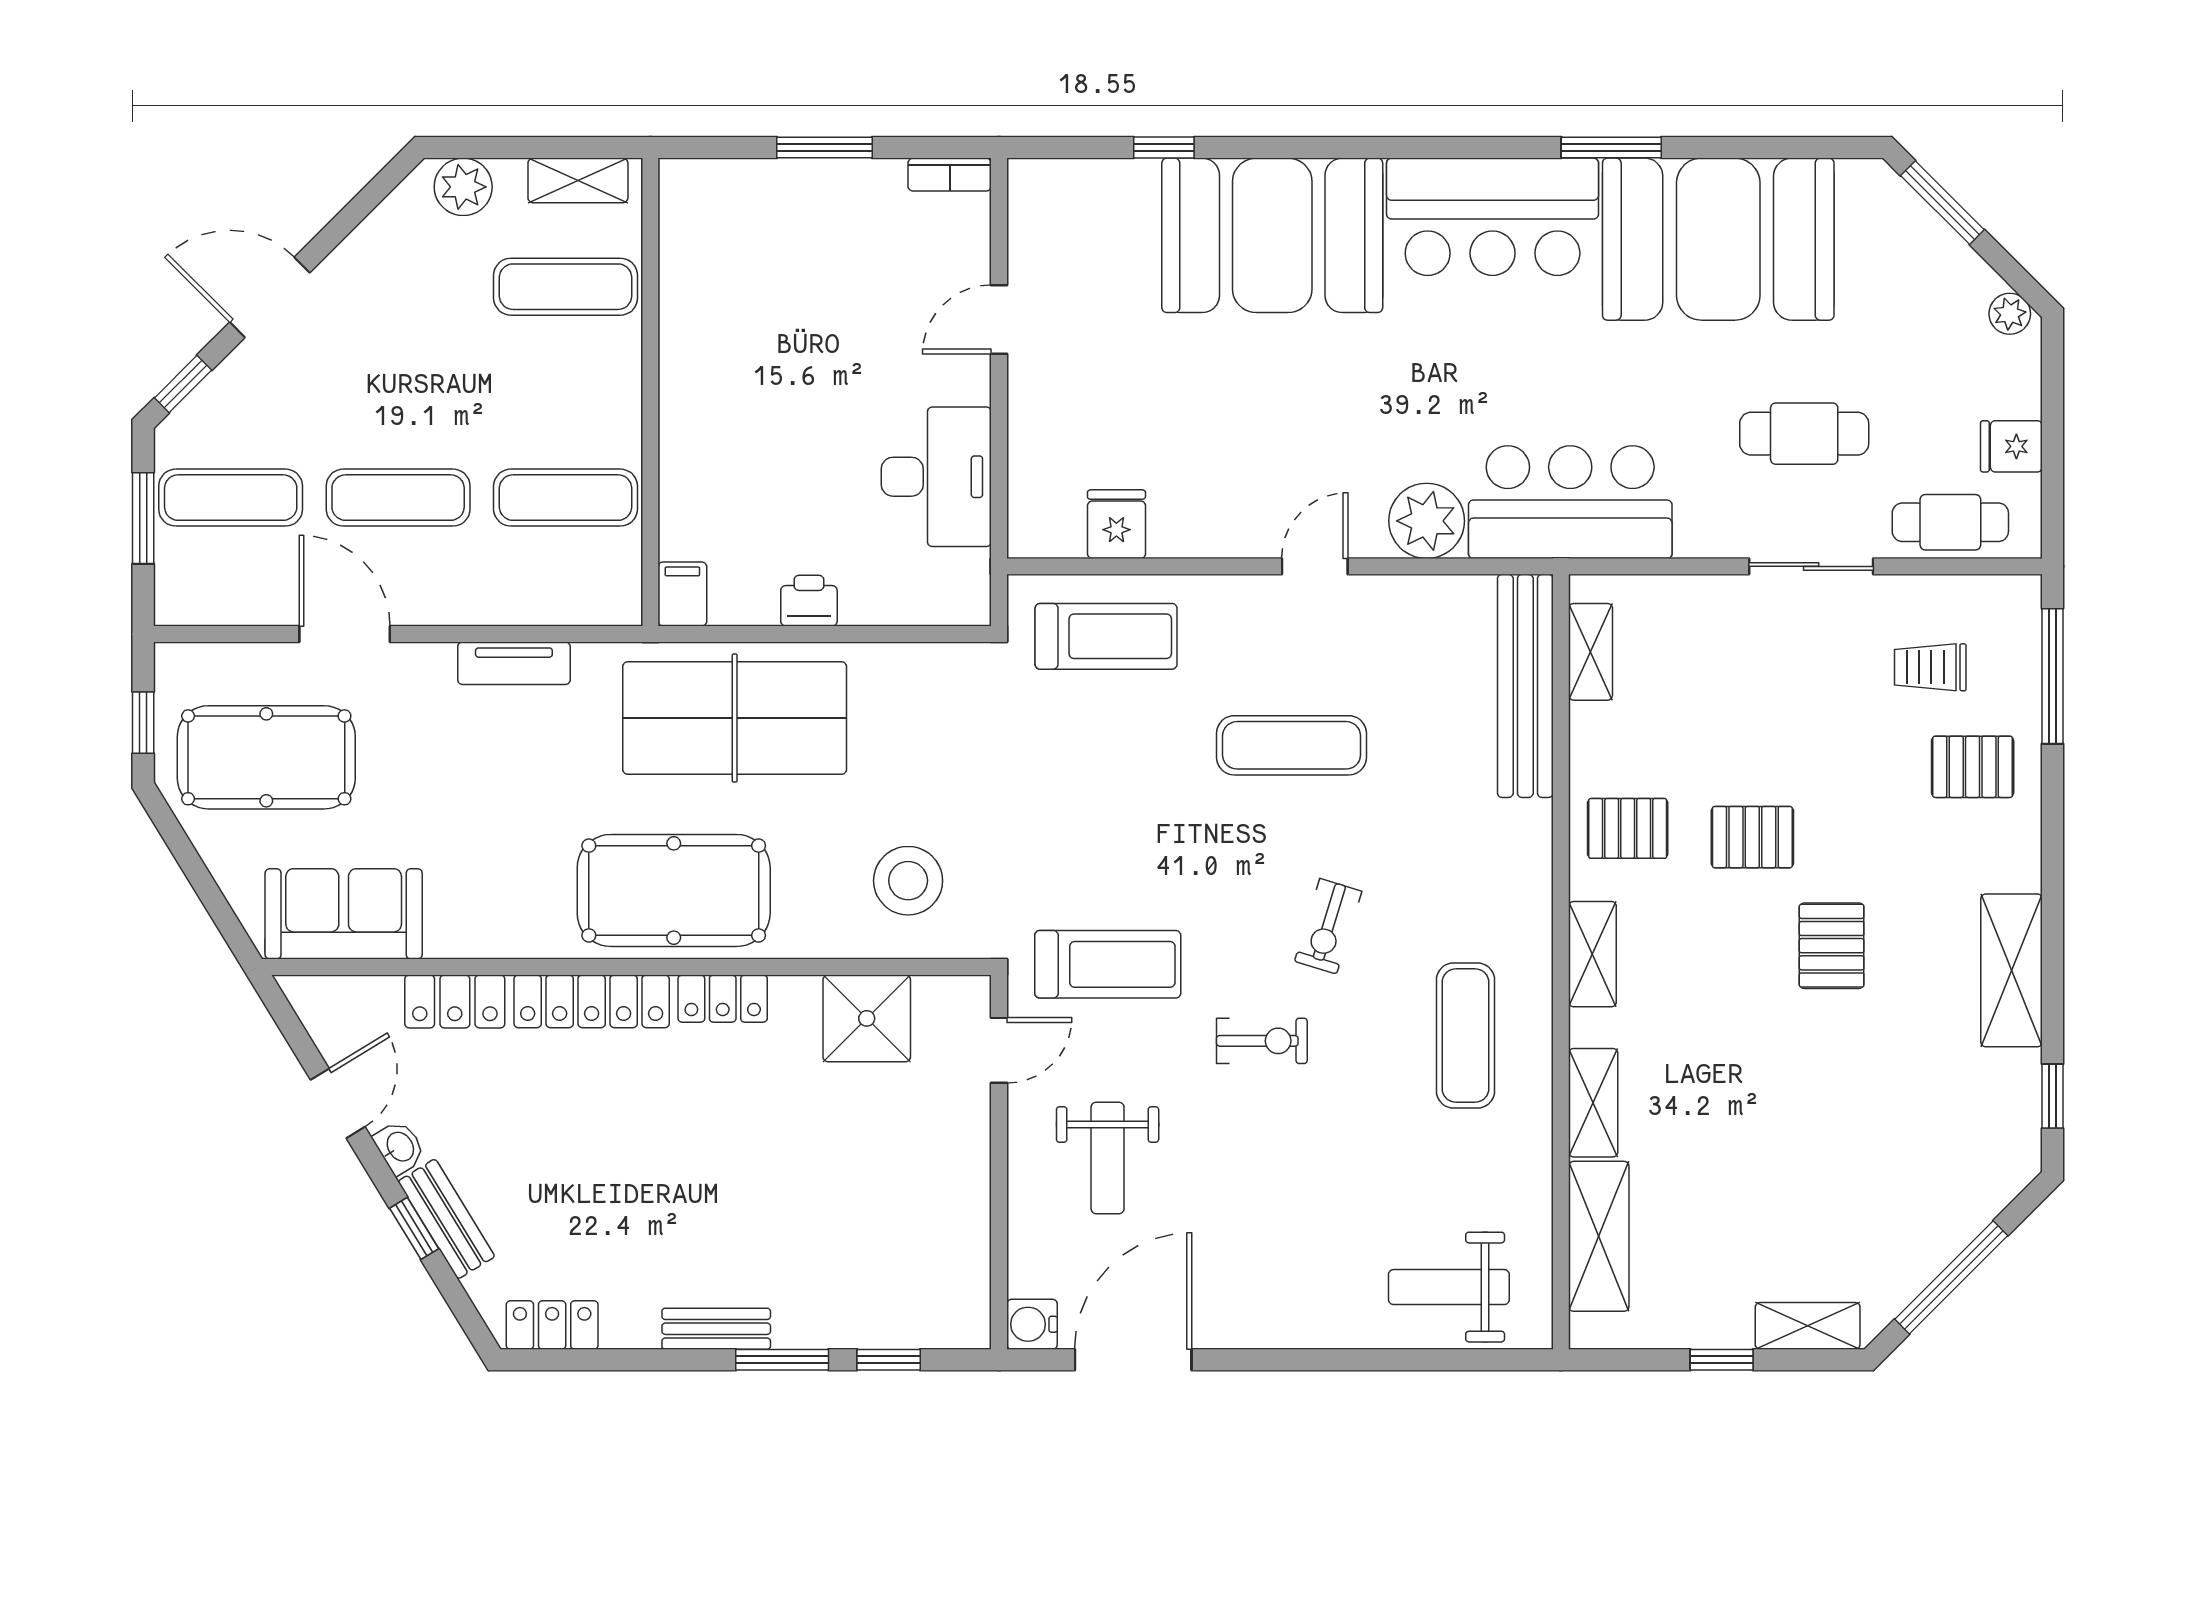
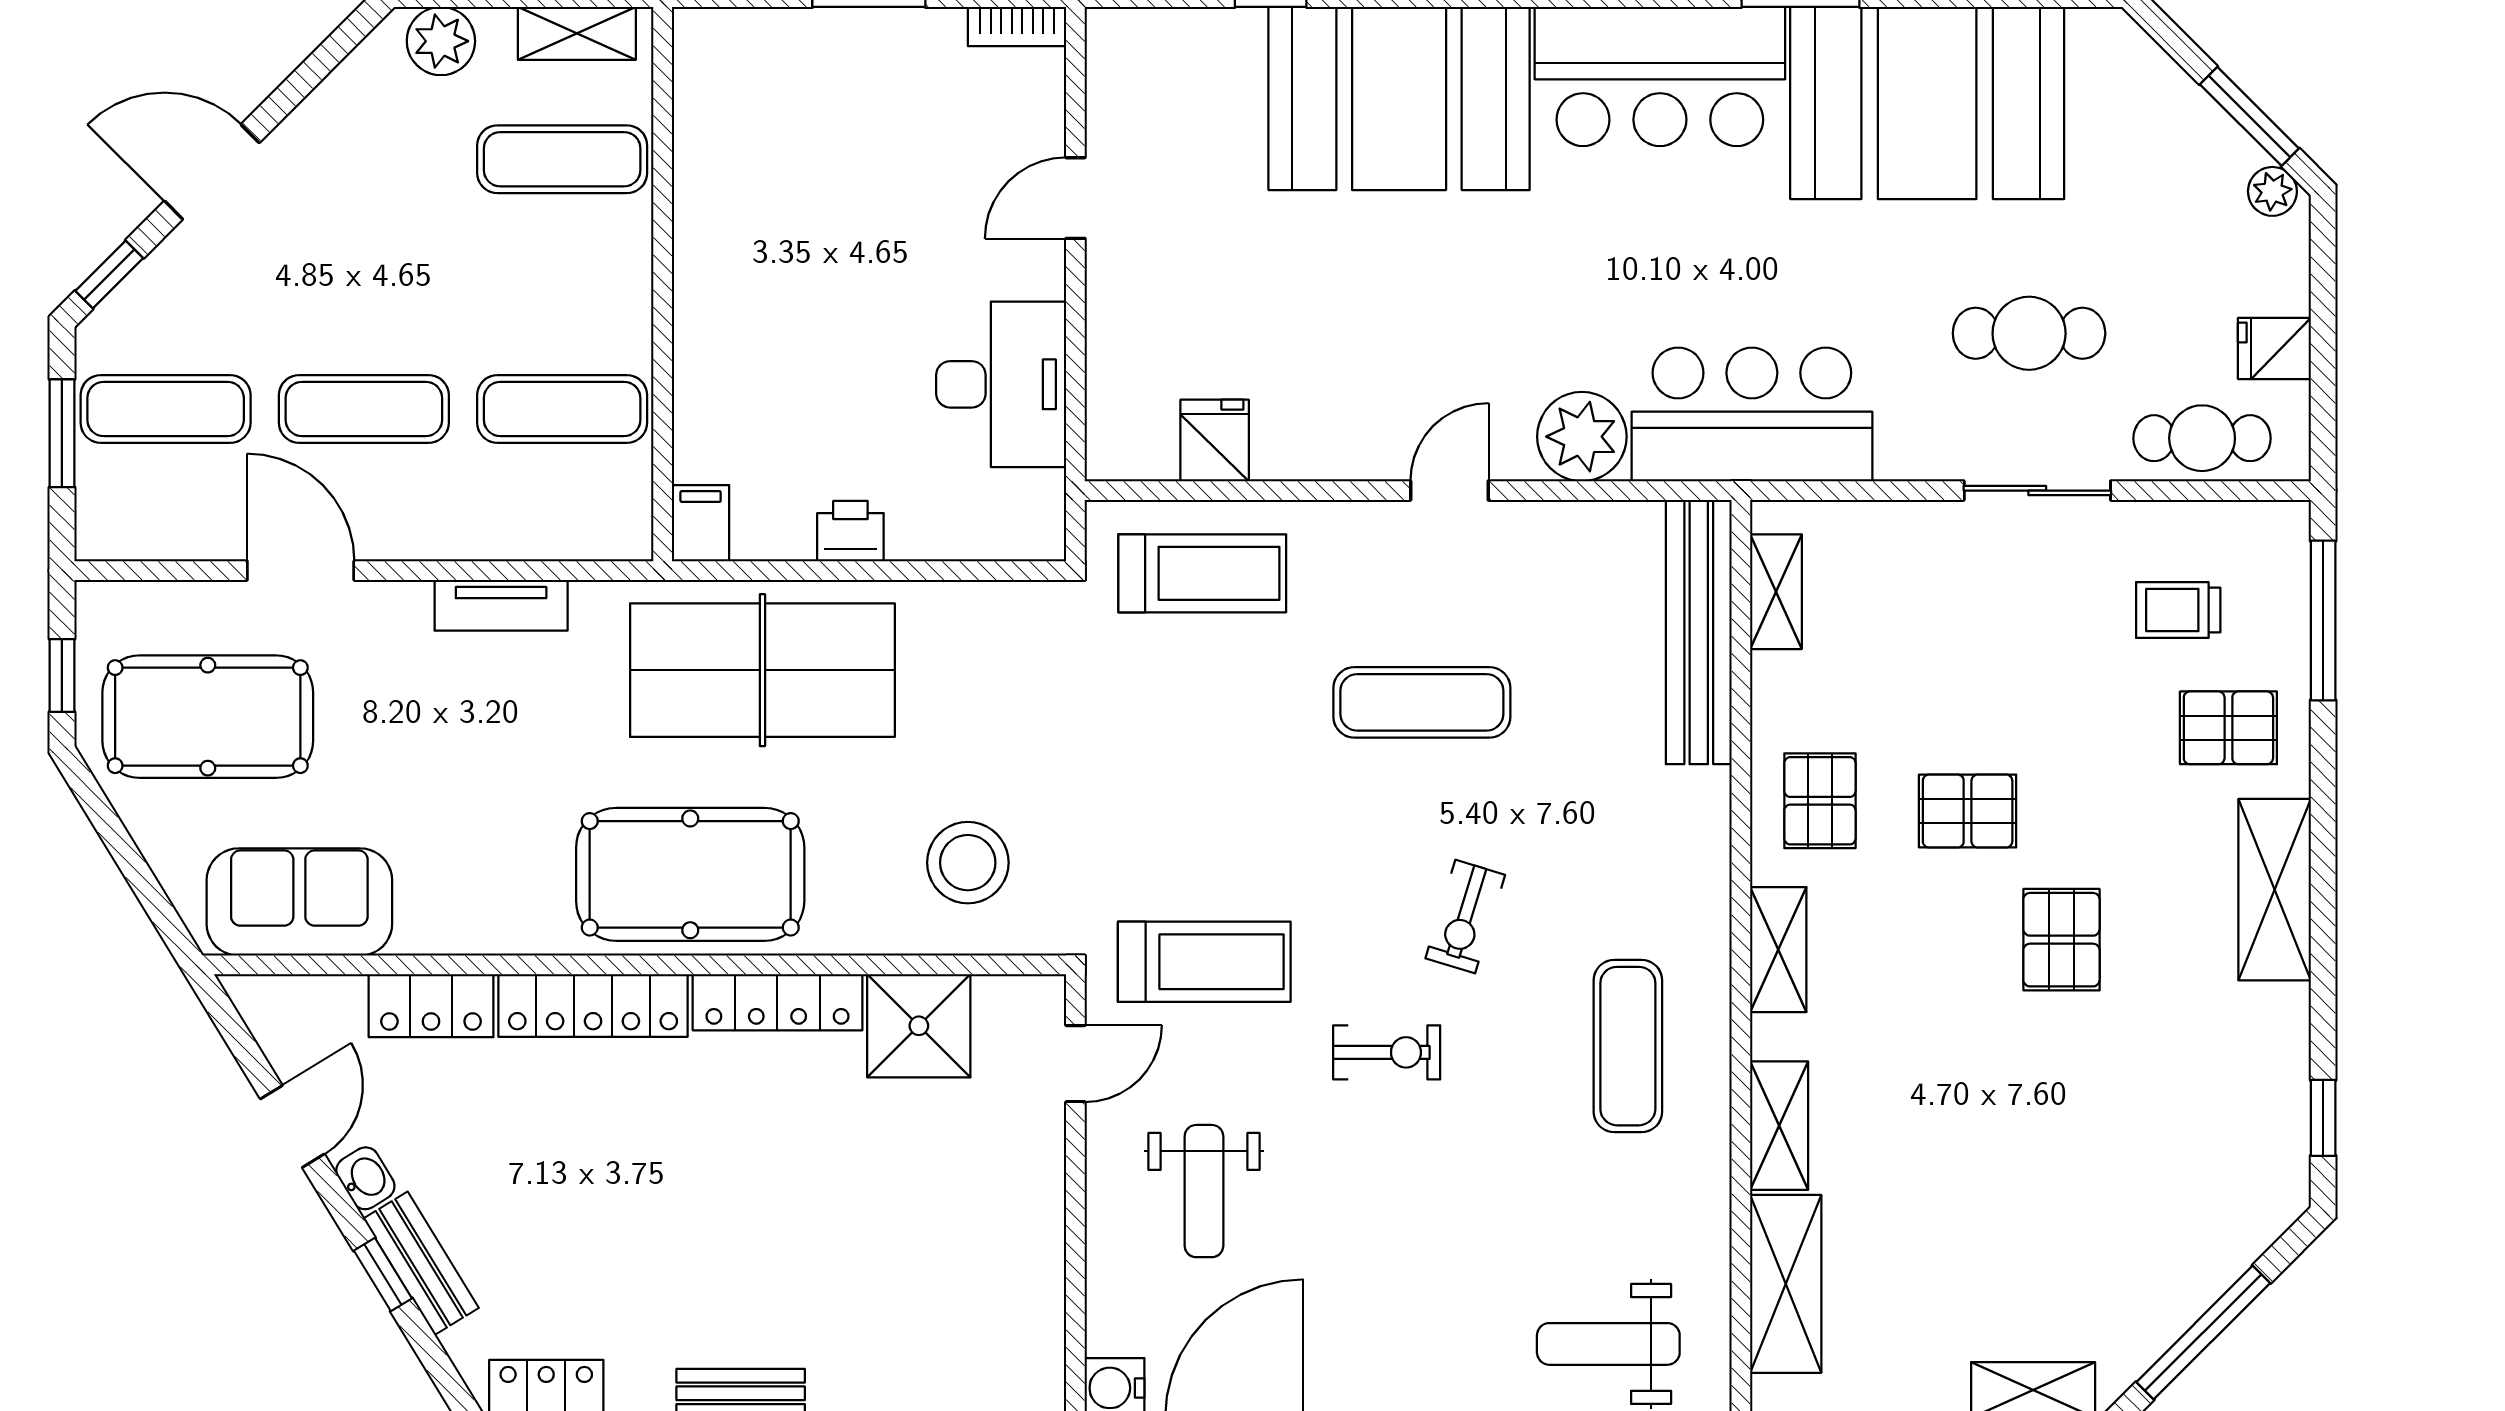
window: (1942, 203) -> (2249, 116), moved
pallet: (1628, 828) -> (1820, 801), turned 90
shelving: (2012, 970) -> (2275, 890), moved
locker: (723, 999) -> (777, 1002), width x1.53

